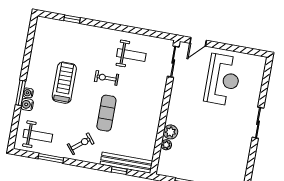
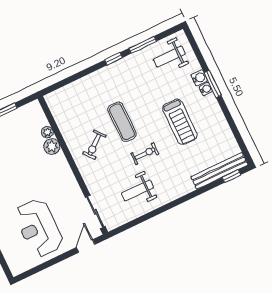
window: (72, 19) -> (231, 176), moved
exercise bike: (81, 144) -> (94, 145), moved
bench: (126, 163) -> (219, 171), moved
window: (119, 171) -> (114, 59), moved

